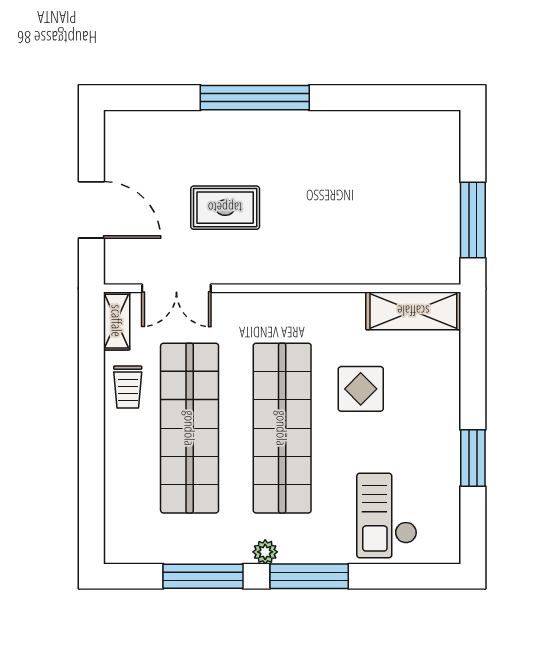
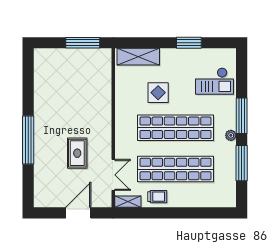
shelving: (413, 311) -> (138, 57), moved, turned 90

